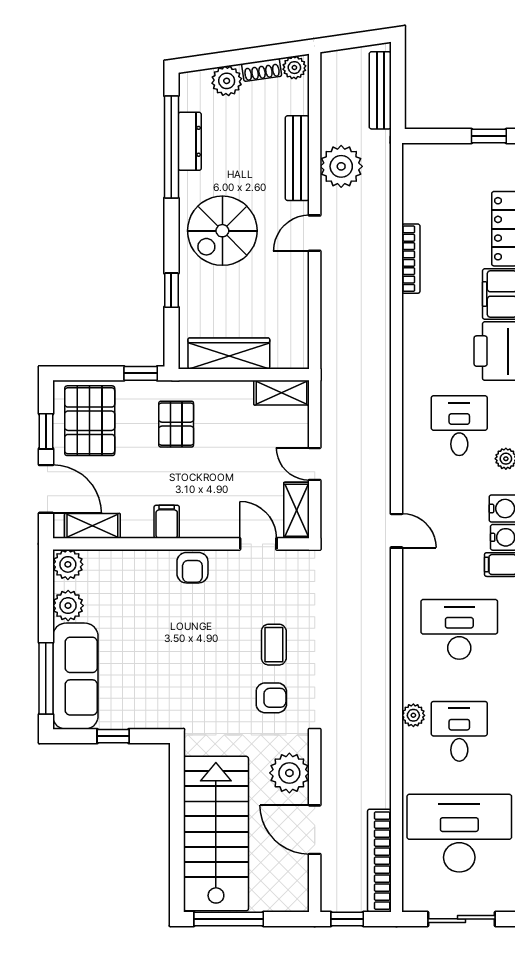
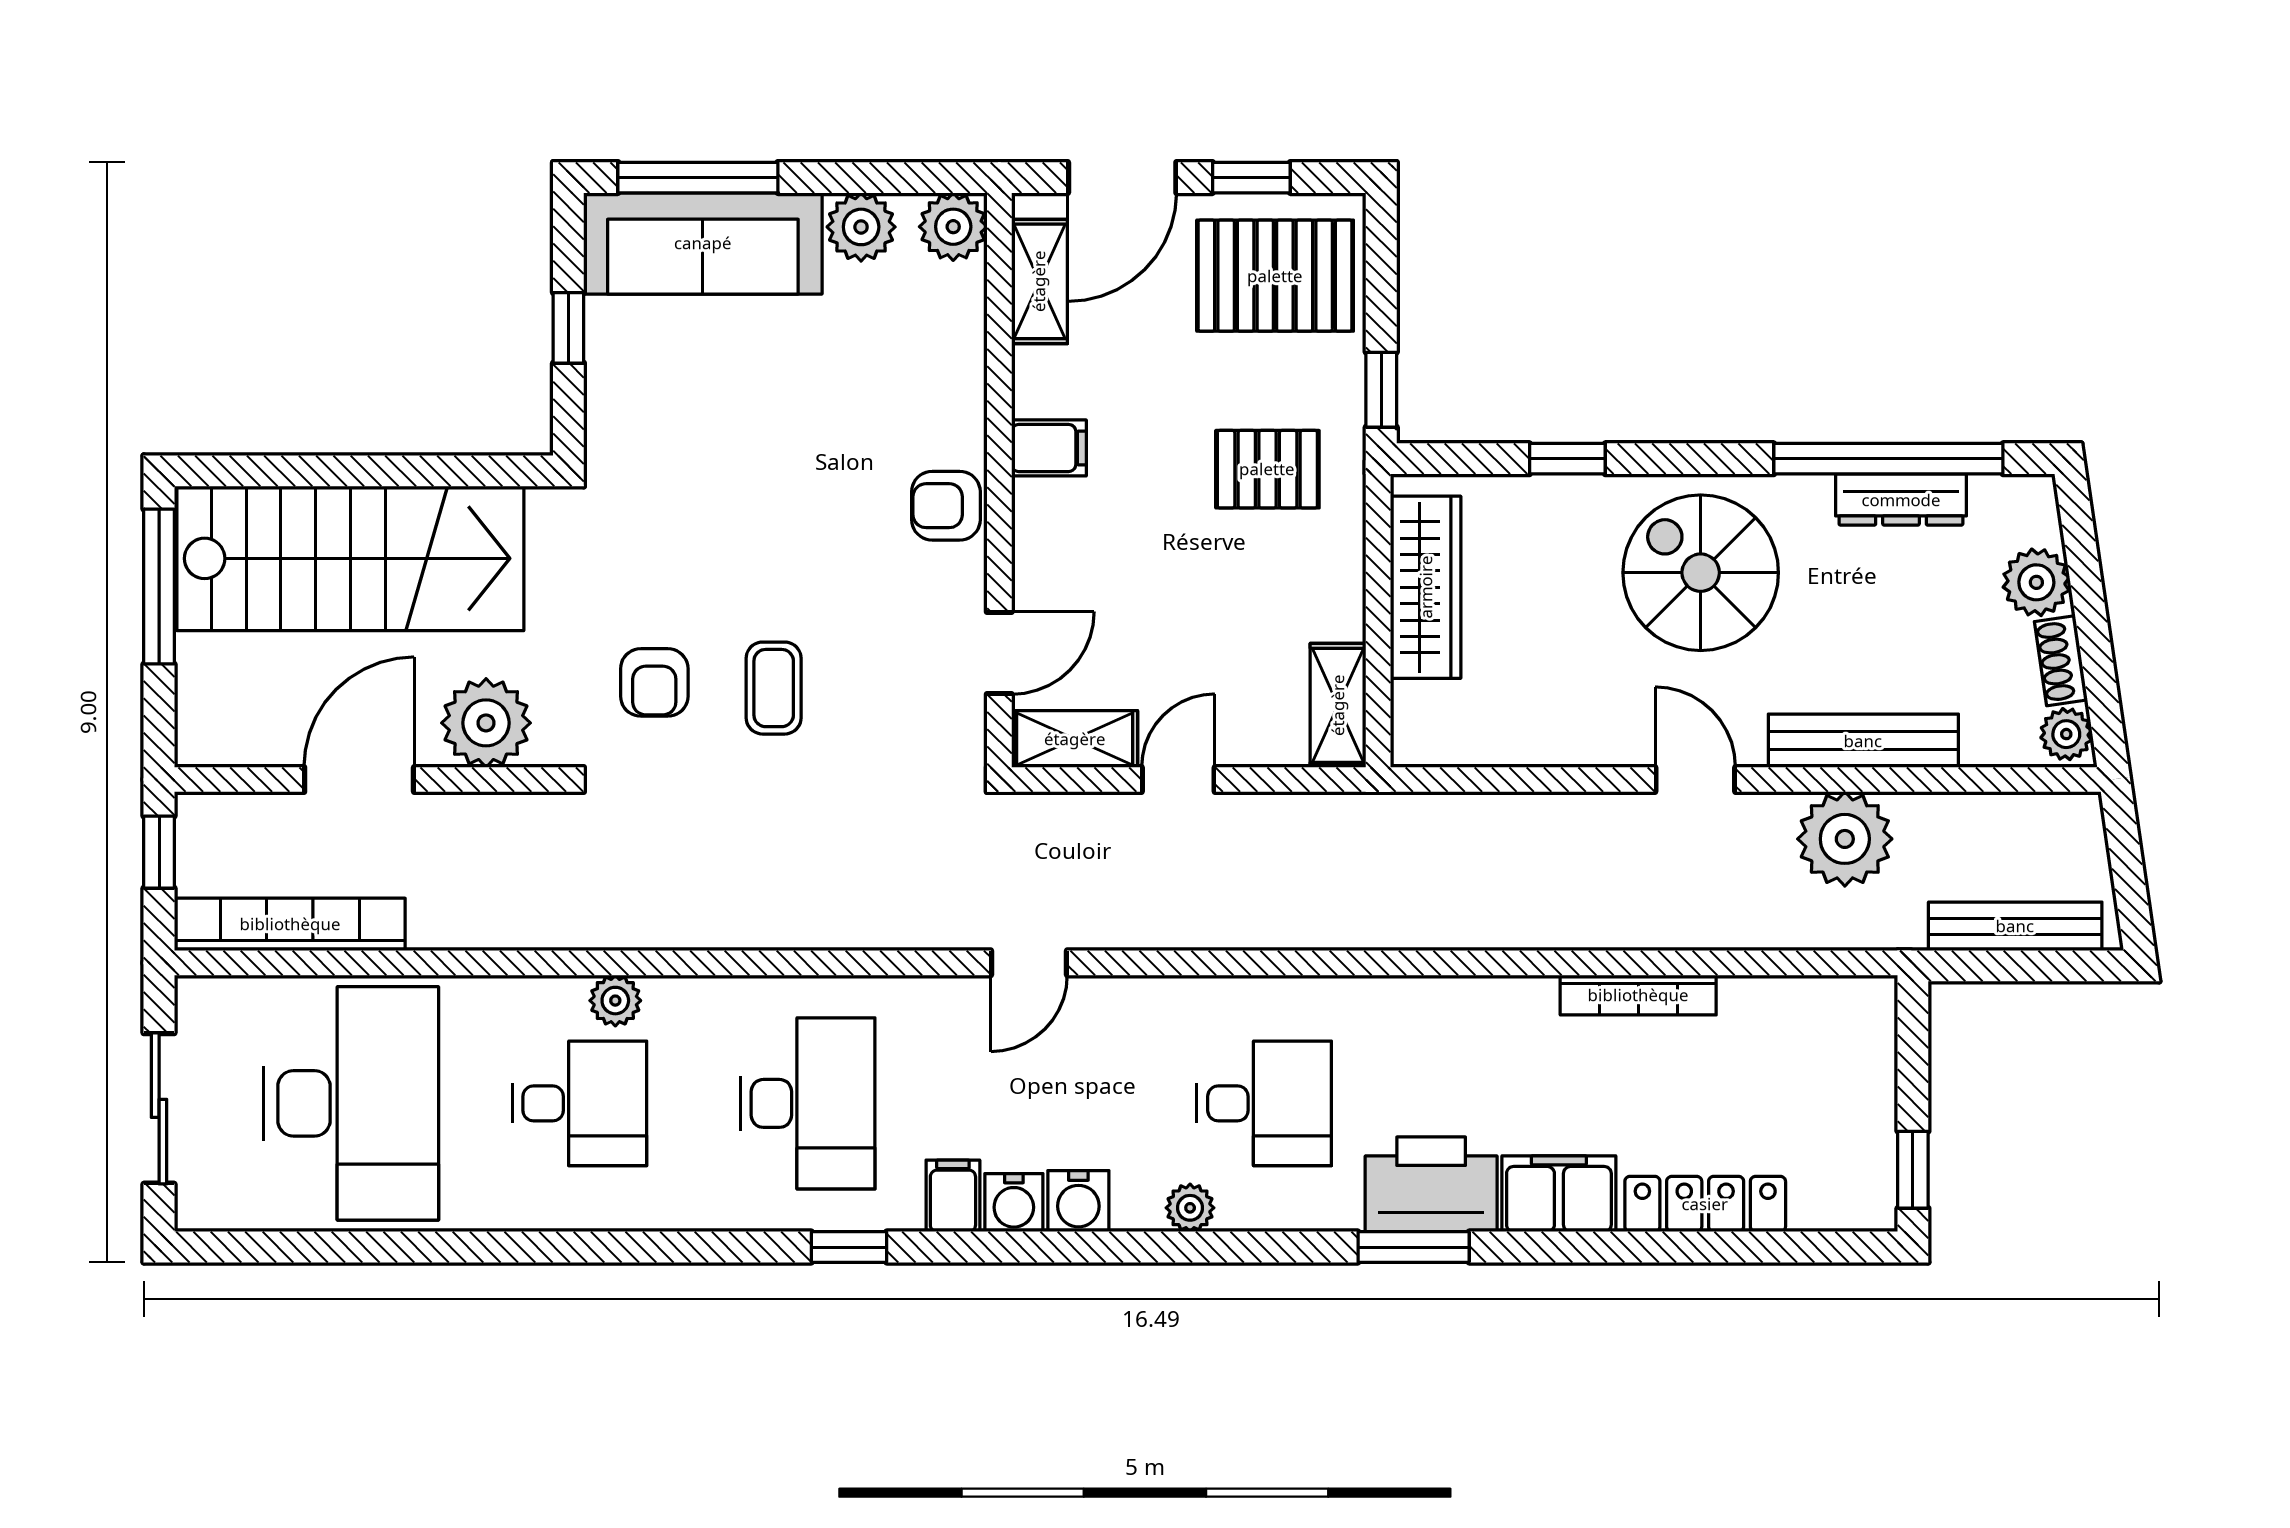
coffee table: (274, 645) -> (774, 688), turned 90

